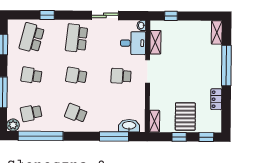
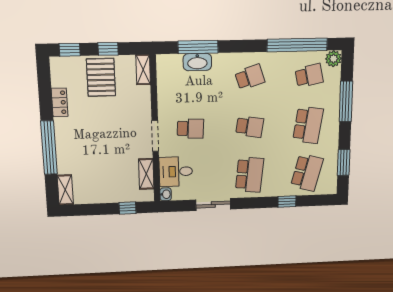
school desk: (31, 75) -> (308, 125), width x1.85
school desk: (76, 113) -> (250, 77), turned -39
washbasin: (129, 126) -> (197, 62), moved

